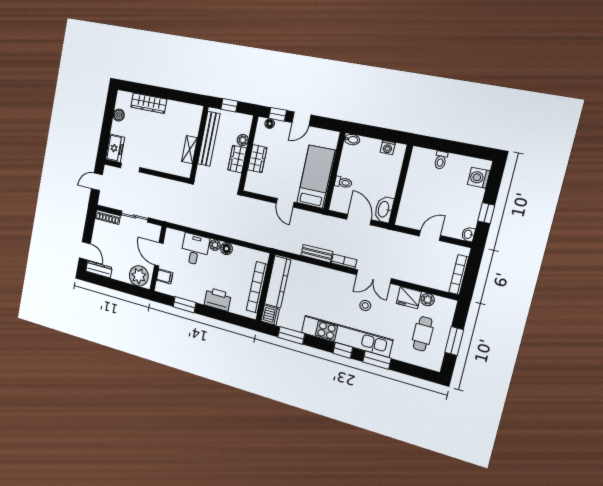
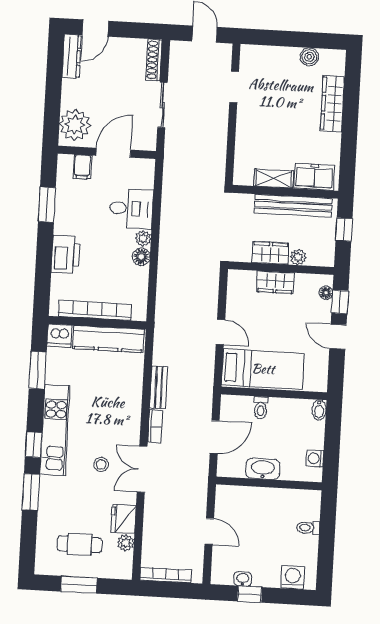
freezer: (115, 148) -> (314, 177), moved, turned 180
door: (285, 203) -> (220, 332), swing flipped
washbasin: (384, 209) -> (263, 469), moved
washbasin: (468, 234) -> (243, 579), moved
kitchen unit: (346, 336) -> (55, 430), width x0.73

